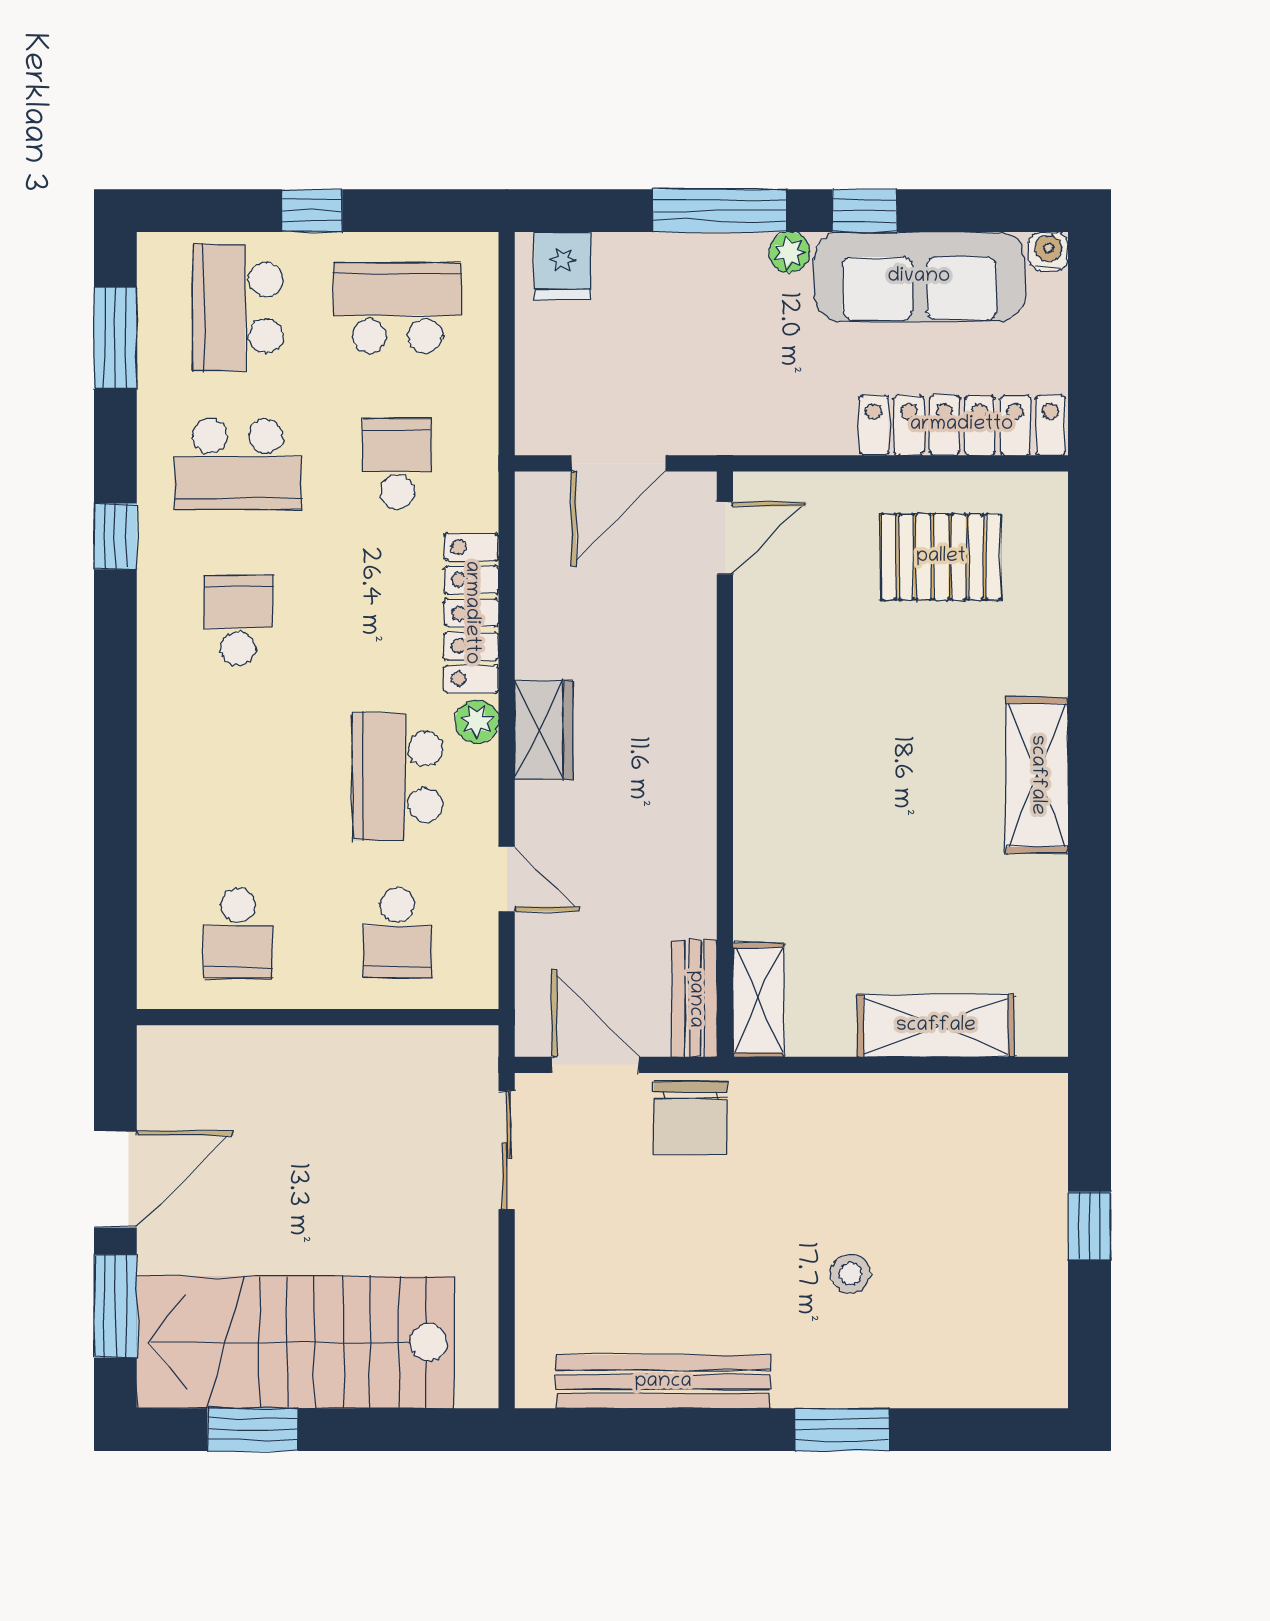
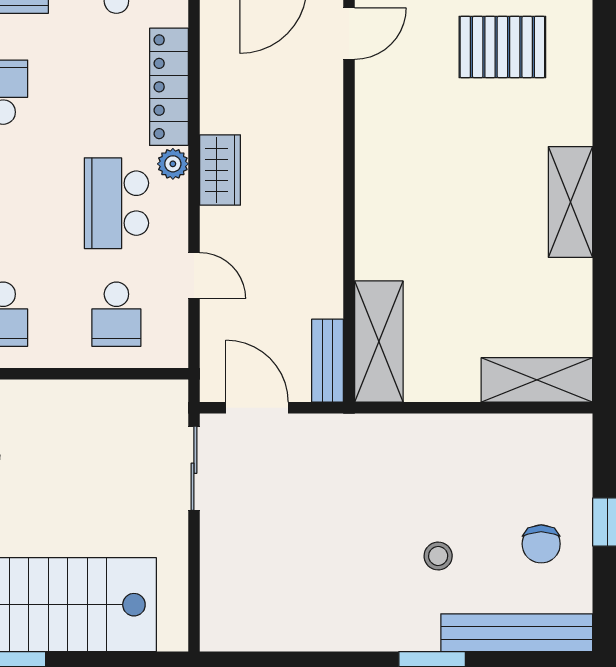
shelving: (758, 1000) -> (379, 342), width x1.50, depth x1.33
shelving: (936, 1026) -> (537, 380), moved
chair: (690, 1118) -> (541, 544), moved, width x0.73, depth x0.73
bench: (663, 1382) -> (517, 633), moved

